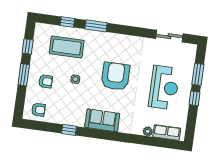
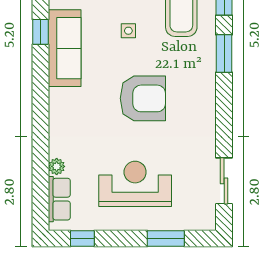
reception desk: (164, 88) -> (135, 184), turned 180
window: (195, 98) -> (82, 238), moved
sofa: (102, 120) -> (65, 48), moved, width x1.36

